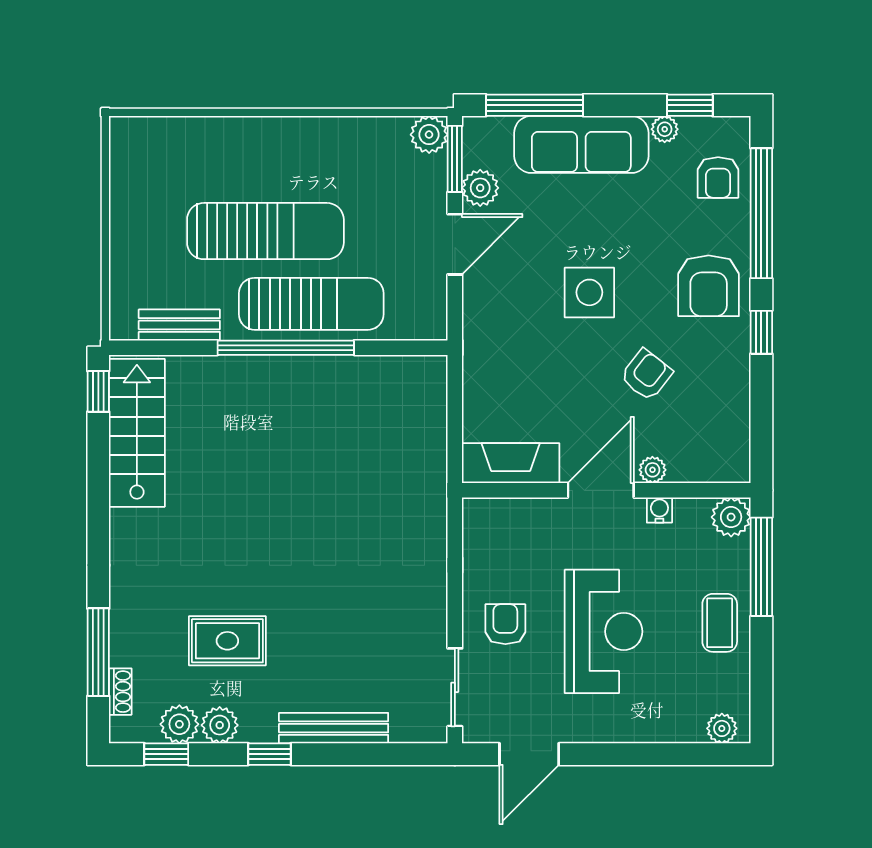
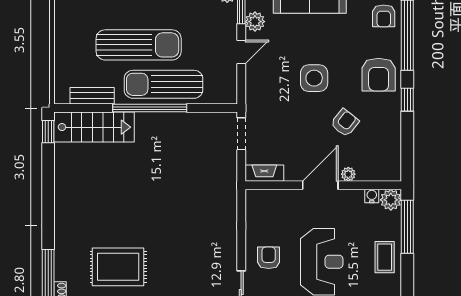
door: (455, 244) -> (241, 52), width x0.73
sun lounger: (311, 304) -> (163, 84), turned 180
doorway: (455, 395) -> (241, 134), added
stairs: (137, 433) -> (94, 127), moved, turned 90
fireplace: (511, 463) -> (264, 173), width x0.73, depth x0.76
water cooler: (659, 510) -> (372, 196), moved
rug: (227, 641) -> (118, 267), width x1.36, depth x1.43

